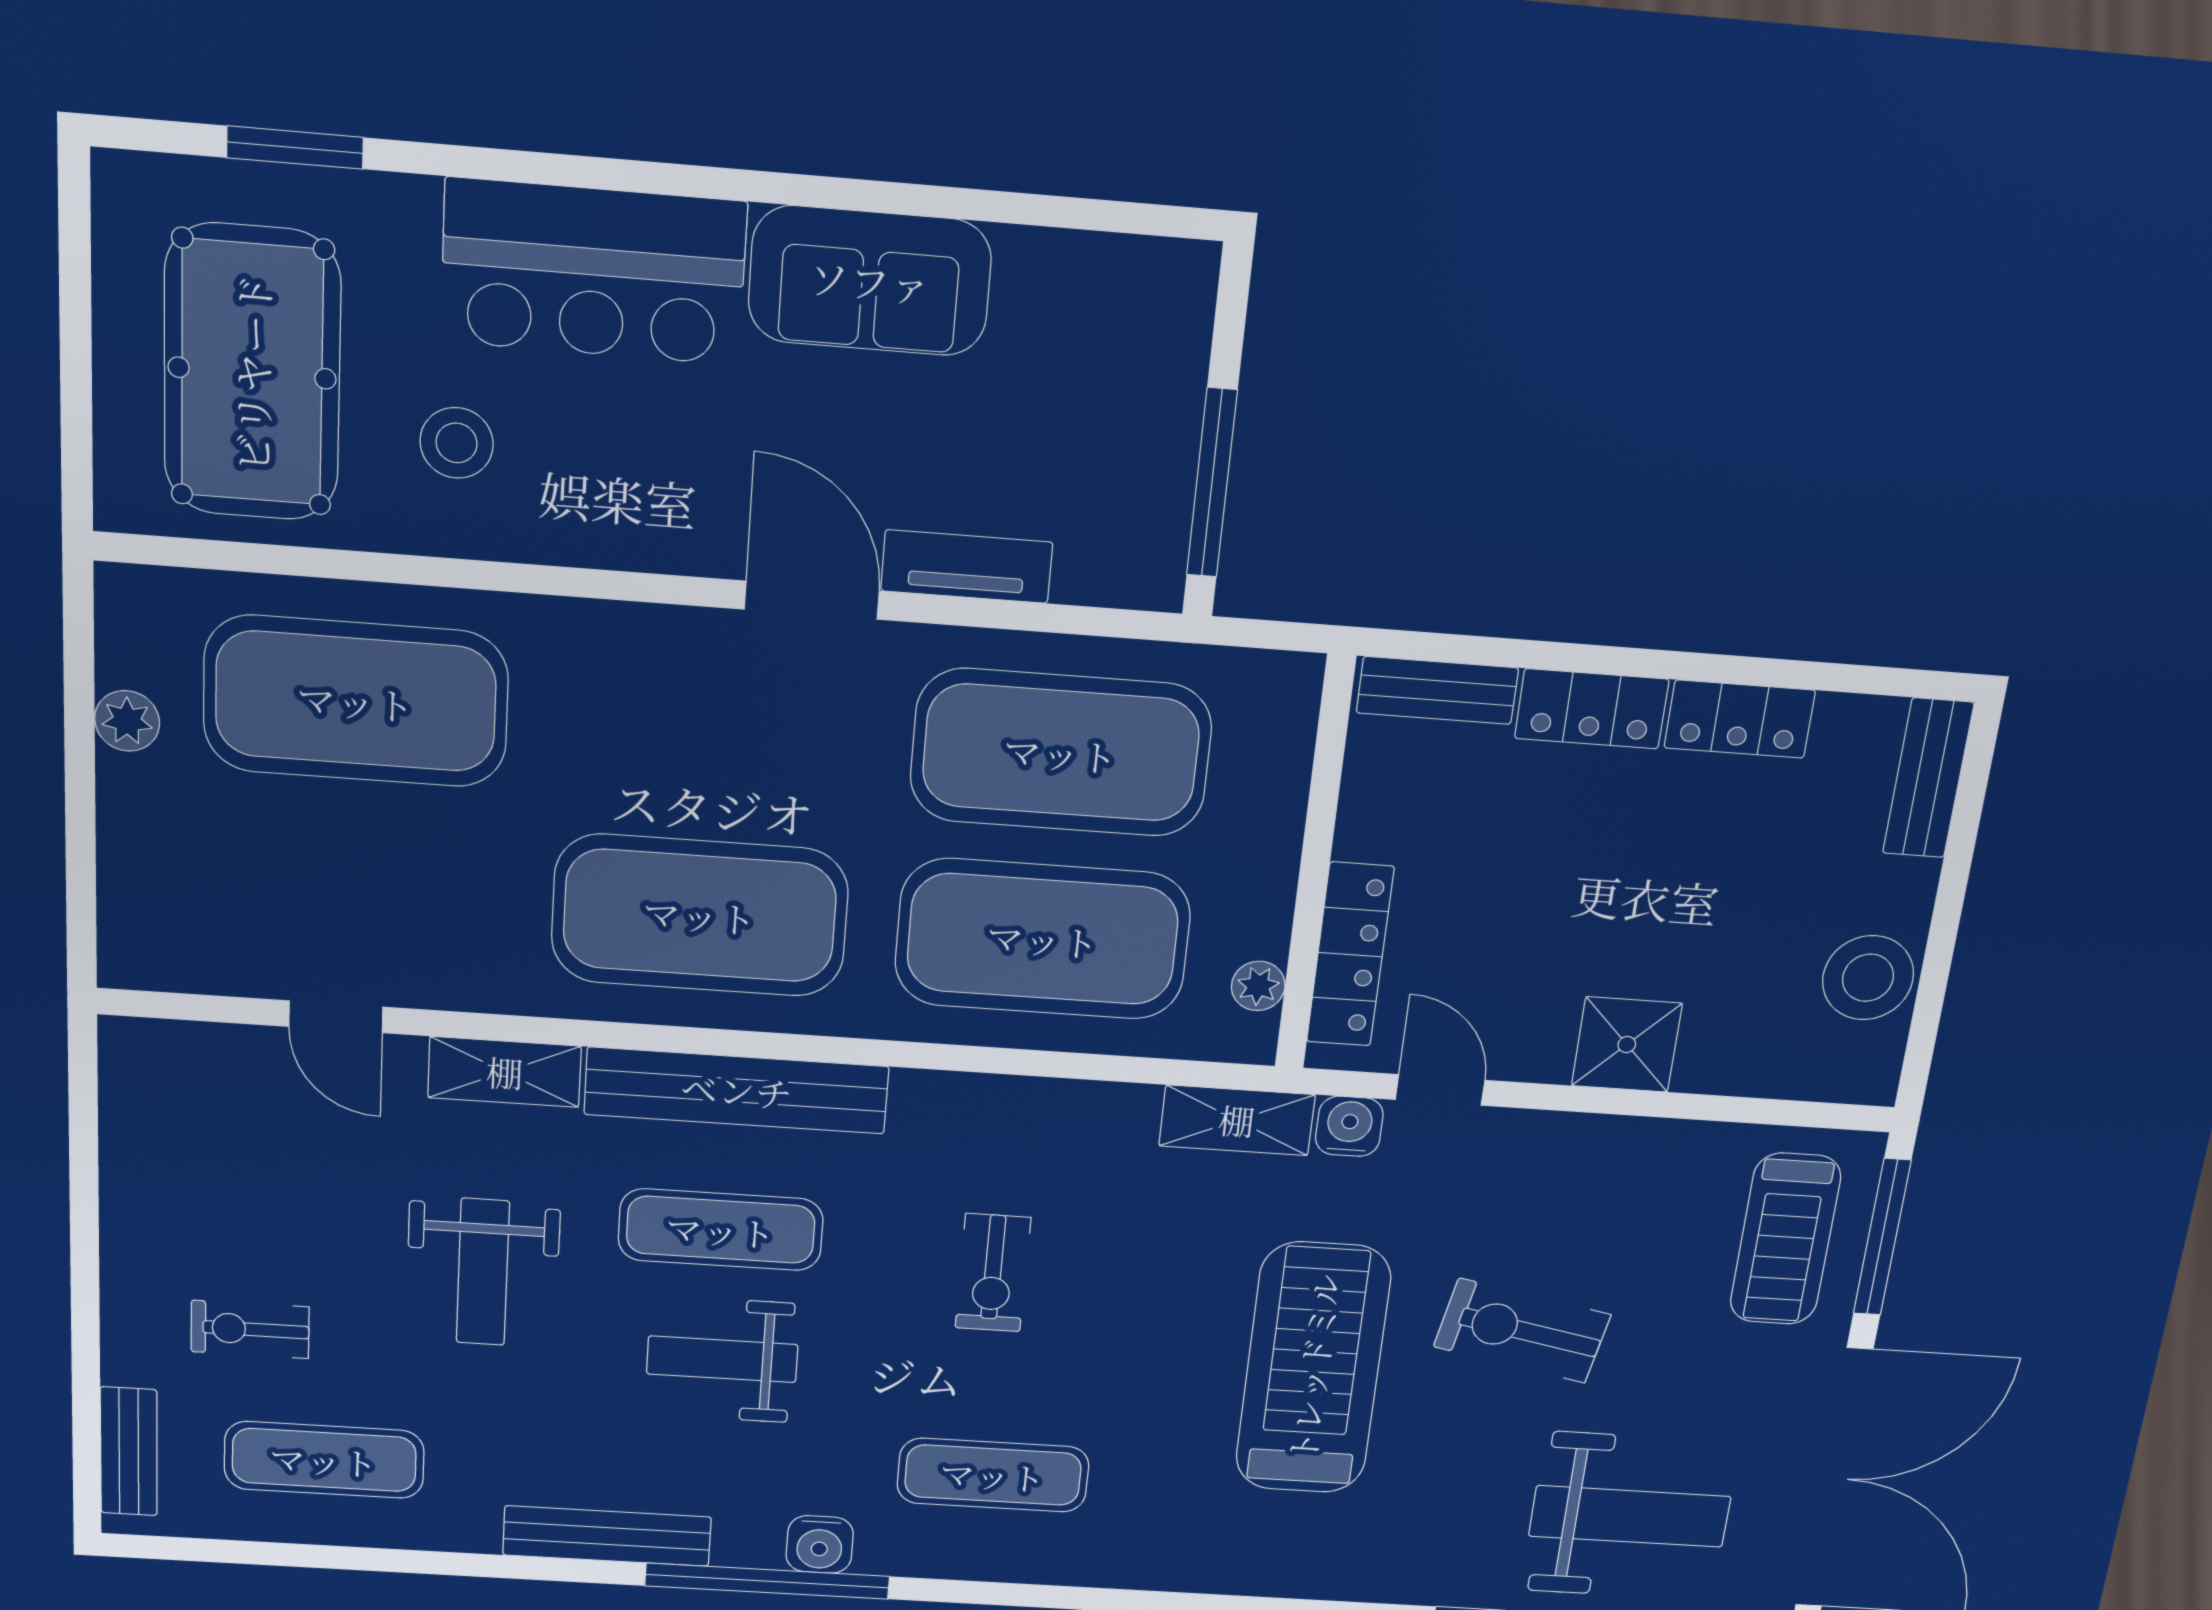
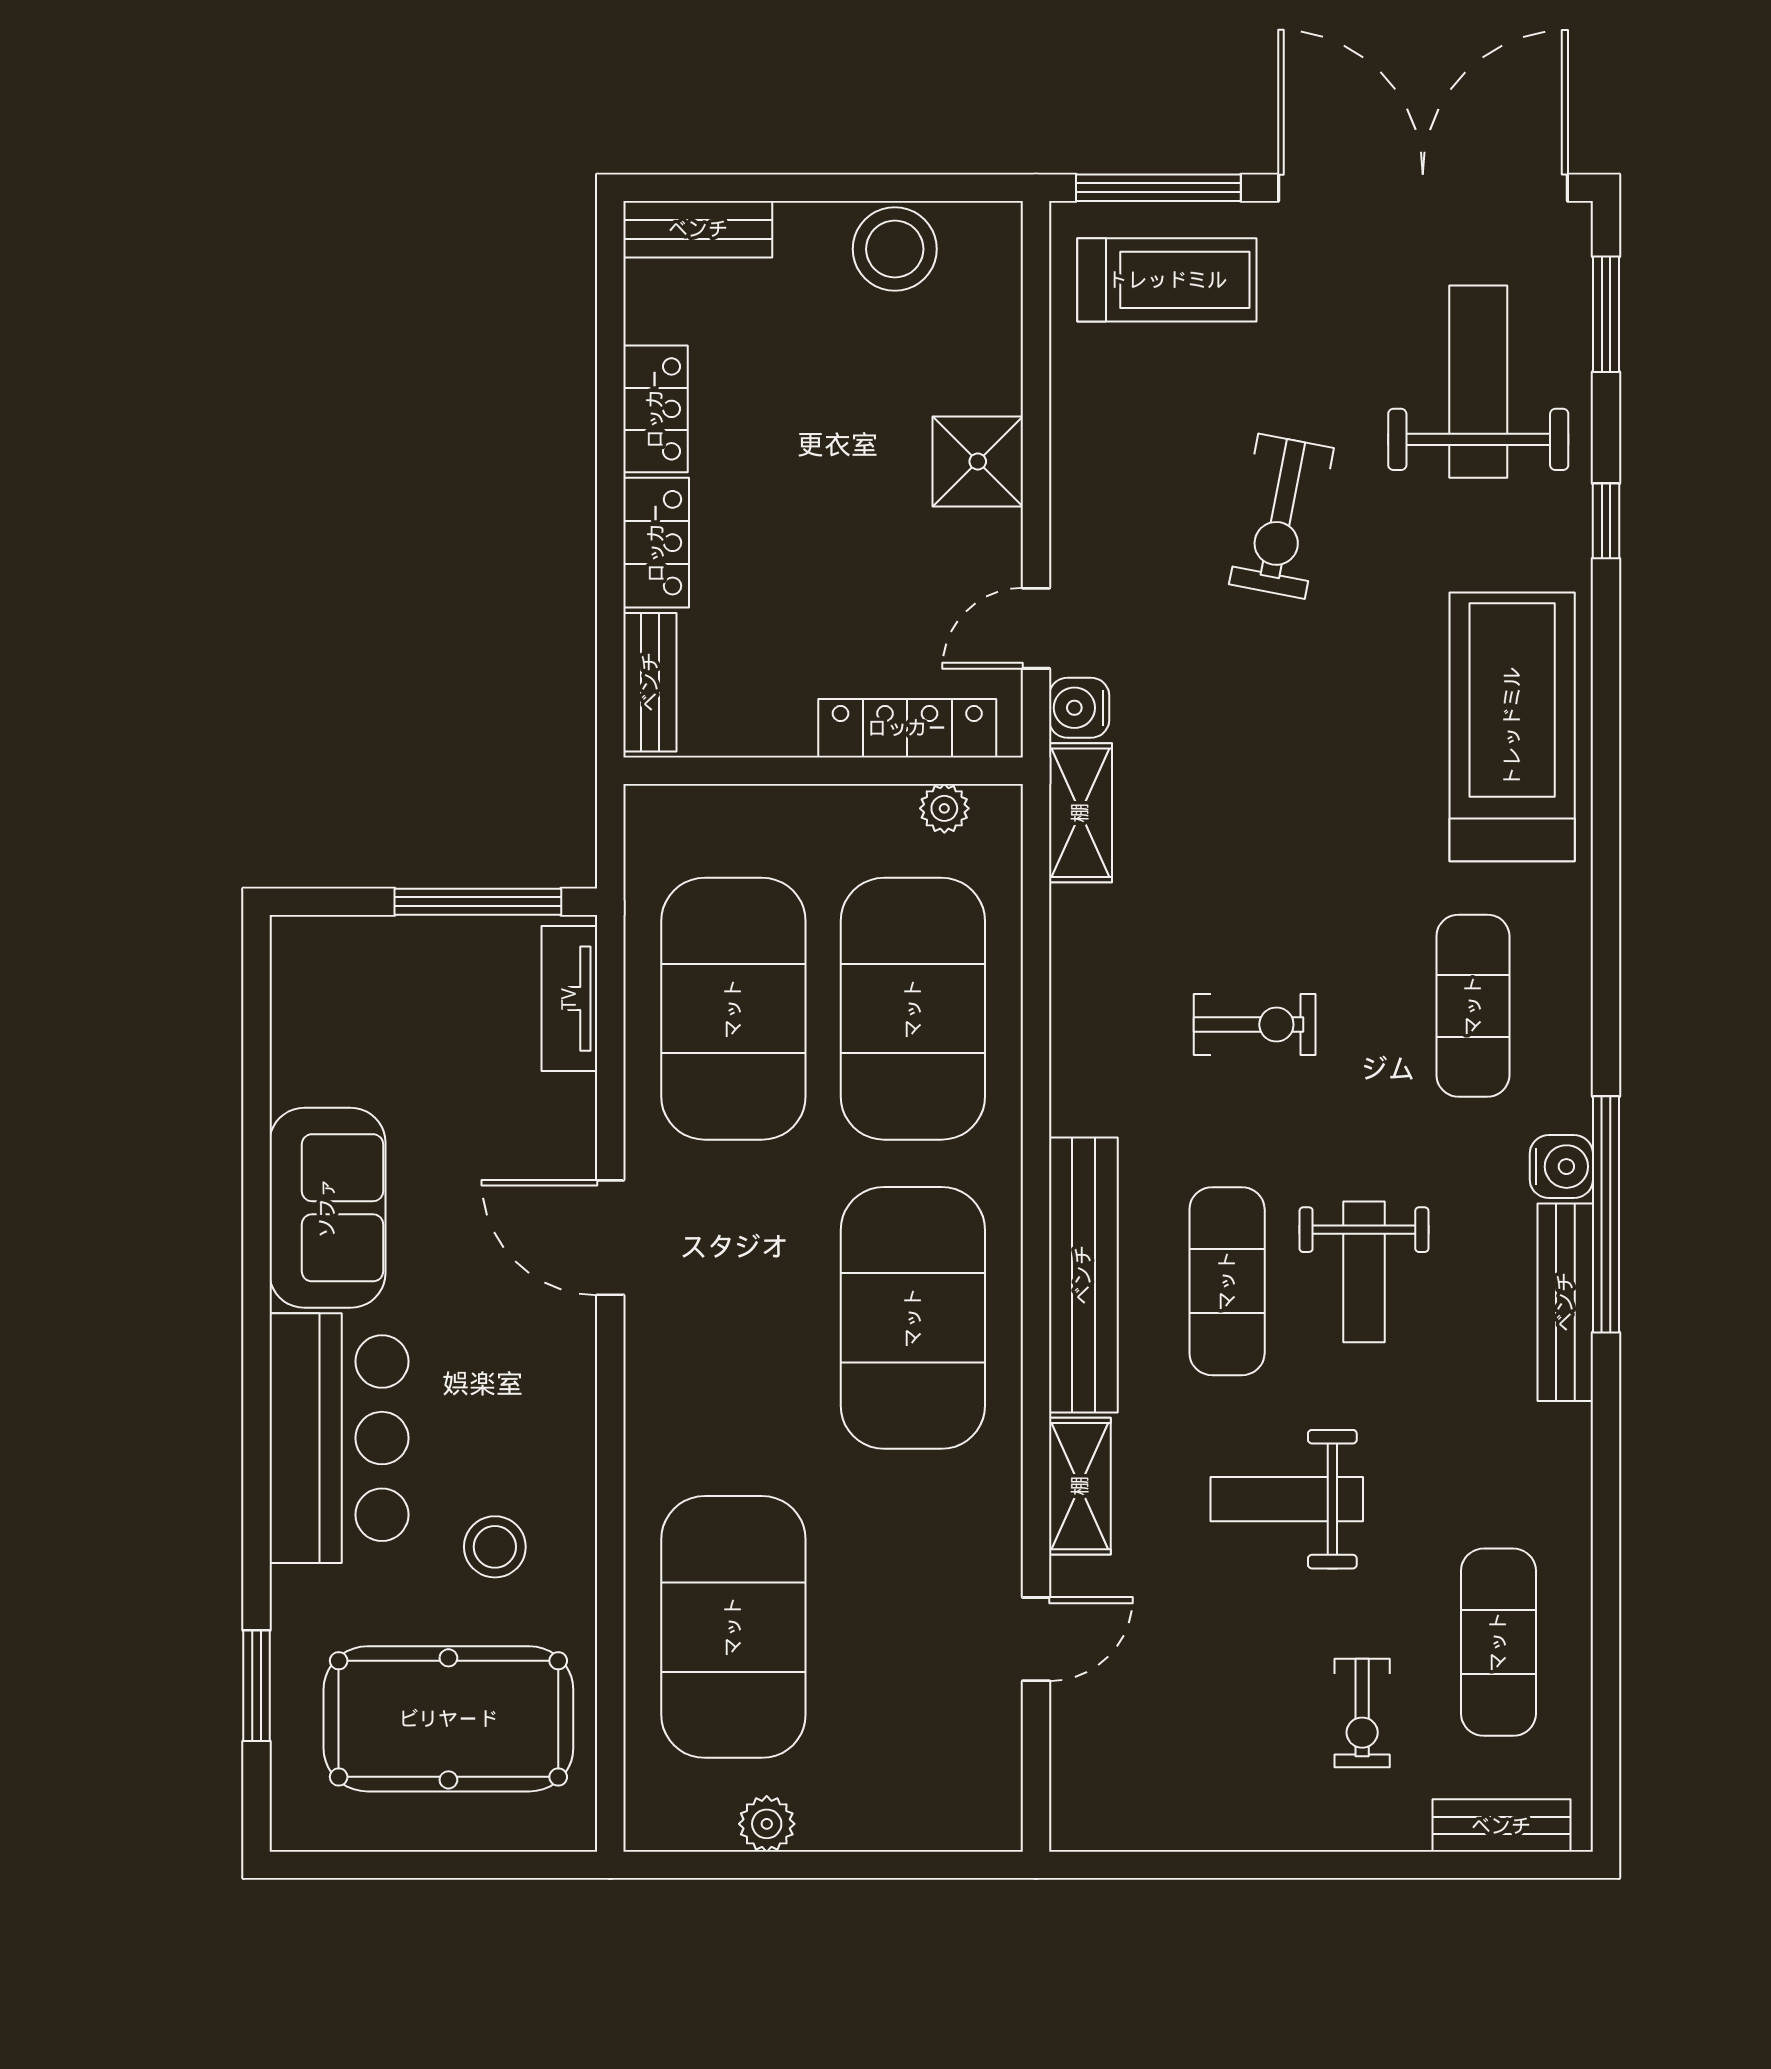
tv unit: (967, 567) -> (569, 999), moved
door: (812, 600) -> (610, 1238), hinge flipped
weight bench: (483, 1272) -> (1287, 1499), turned 180
treadmill: (1313, 1368) -> (1512, 727), moved, turned 90
bench: (607, 1536) -> (1565, 1302), moved

